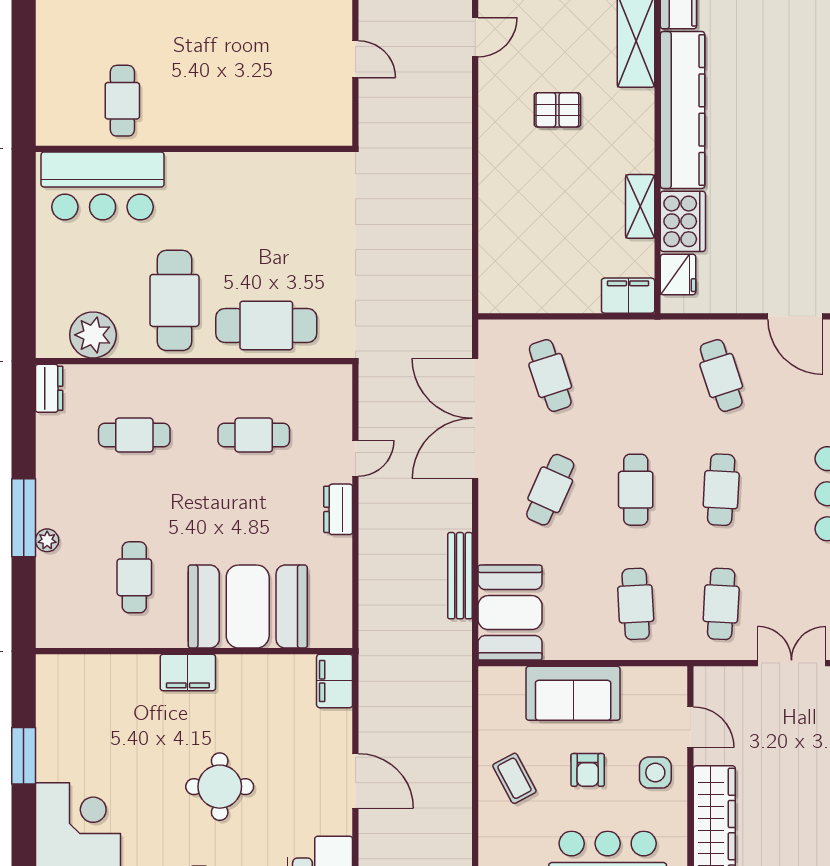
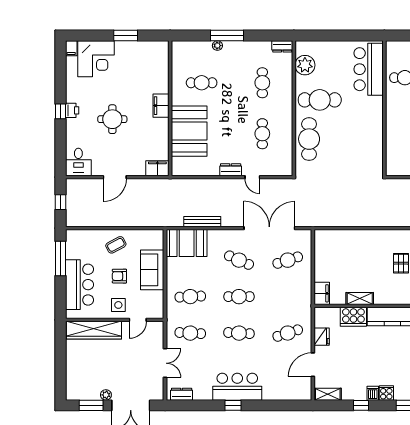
fridge: (678, 274) -> (322, 337), moved, turned -90

